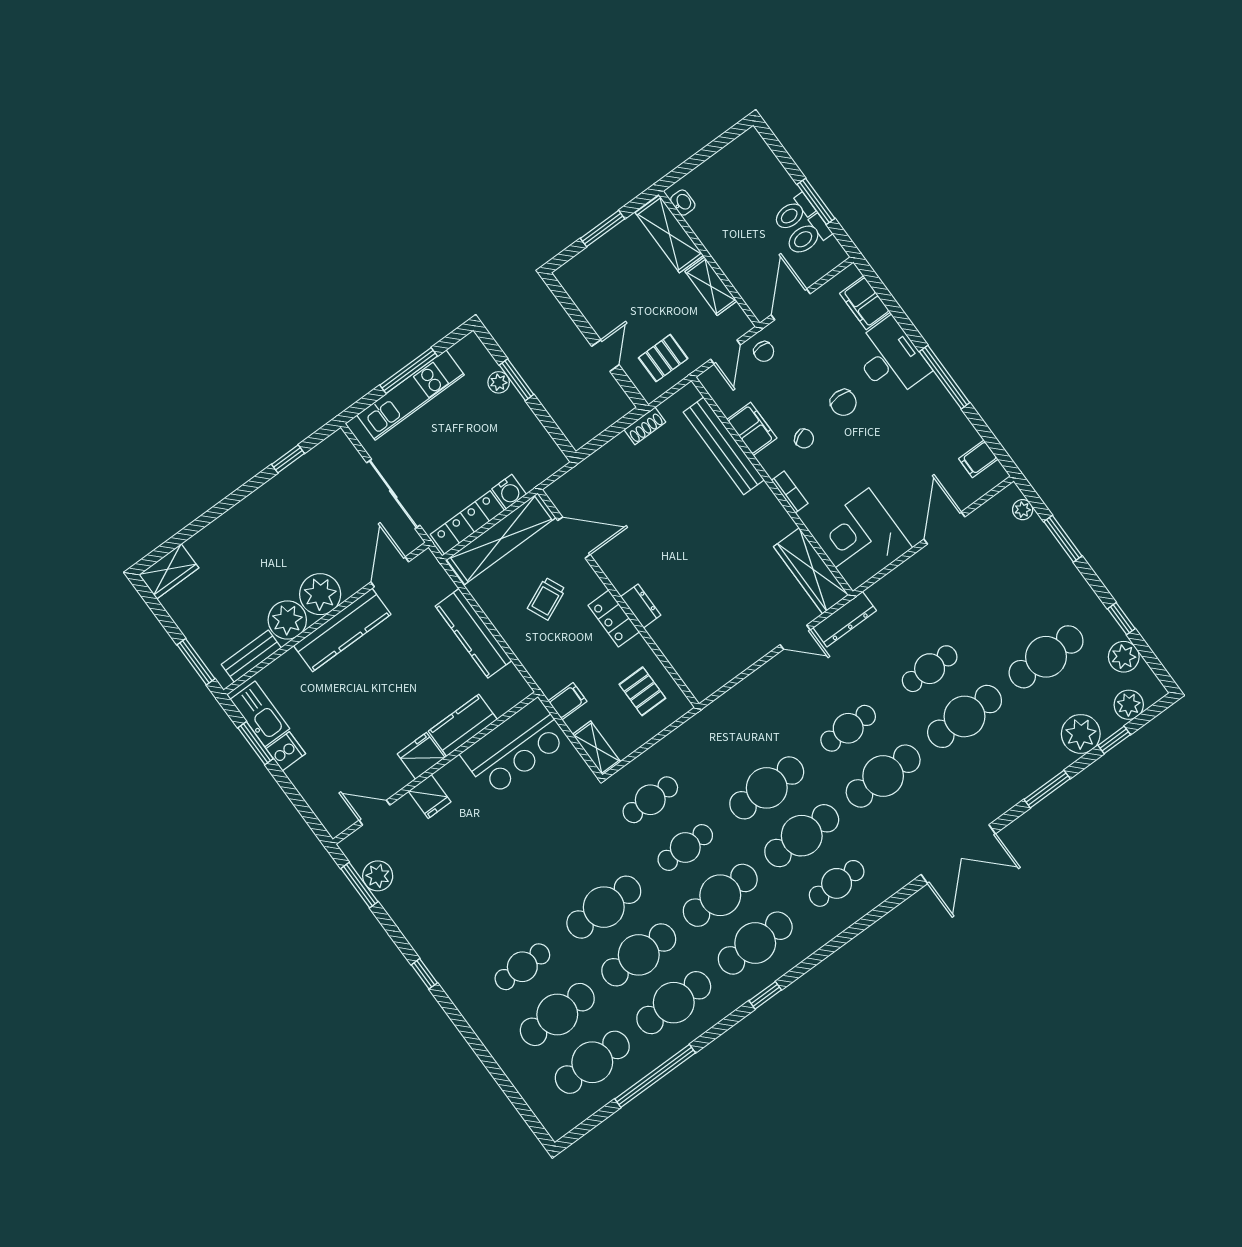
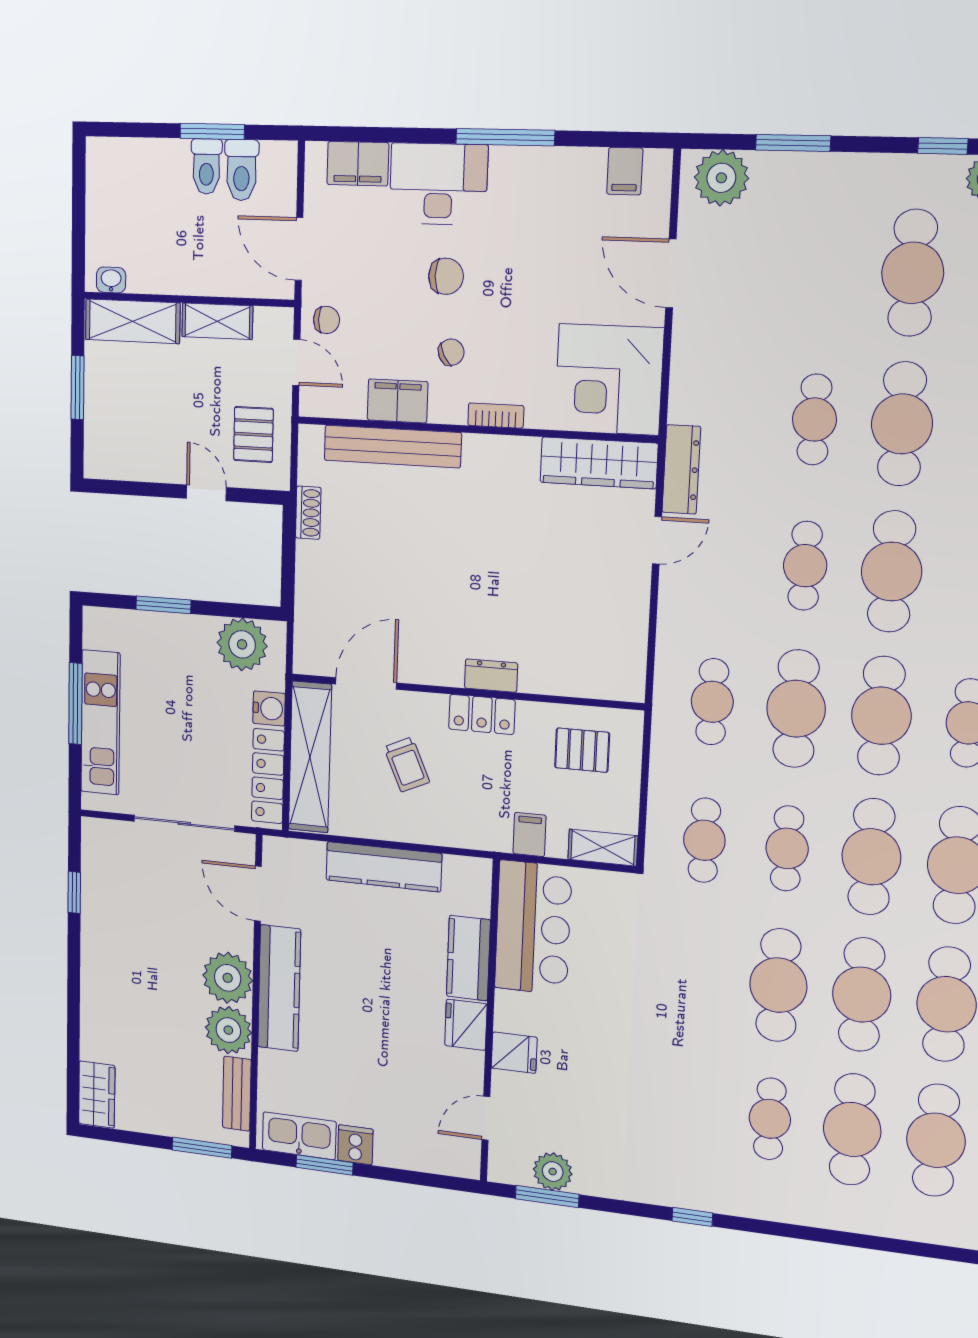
plant: (499, 382) -> (242, 644), moved, width x1.87, depth x1.87
plant: (1023, 510) -> (721, 178), width x1.88, depth x1.88
cafe table: (732, 740) -> (712, 702), added

